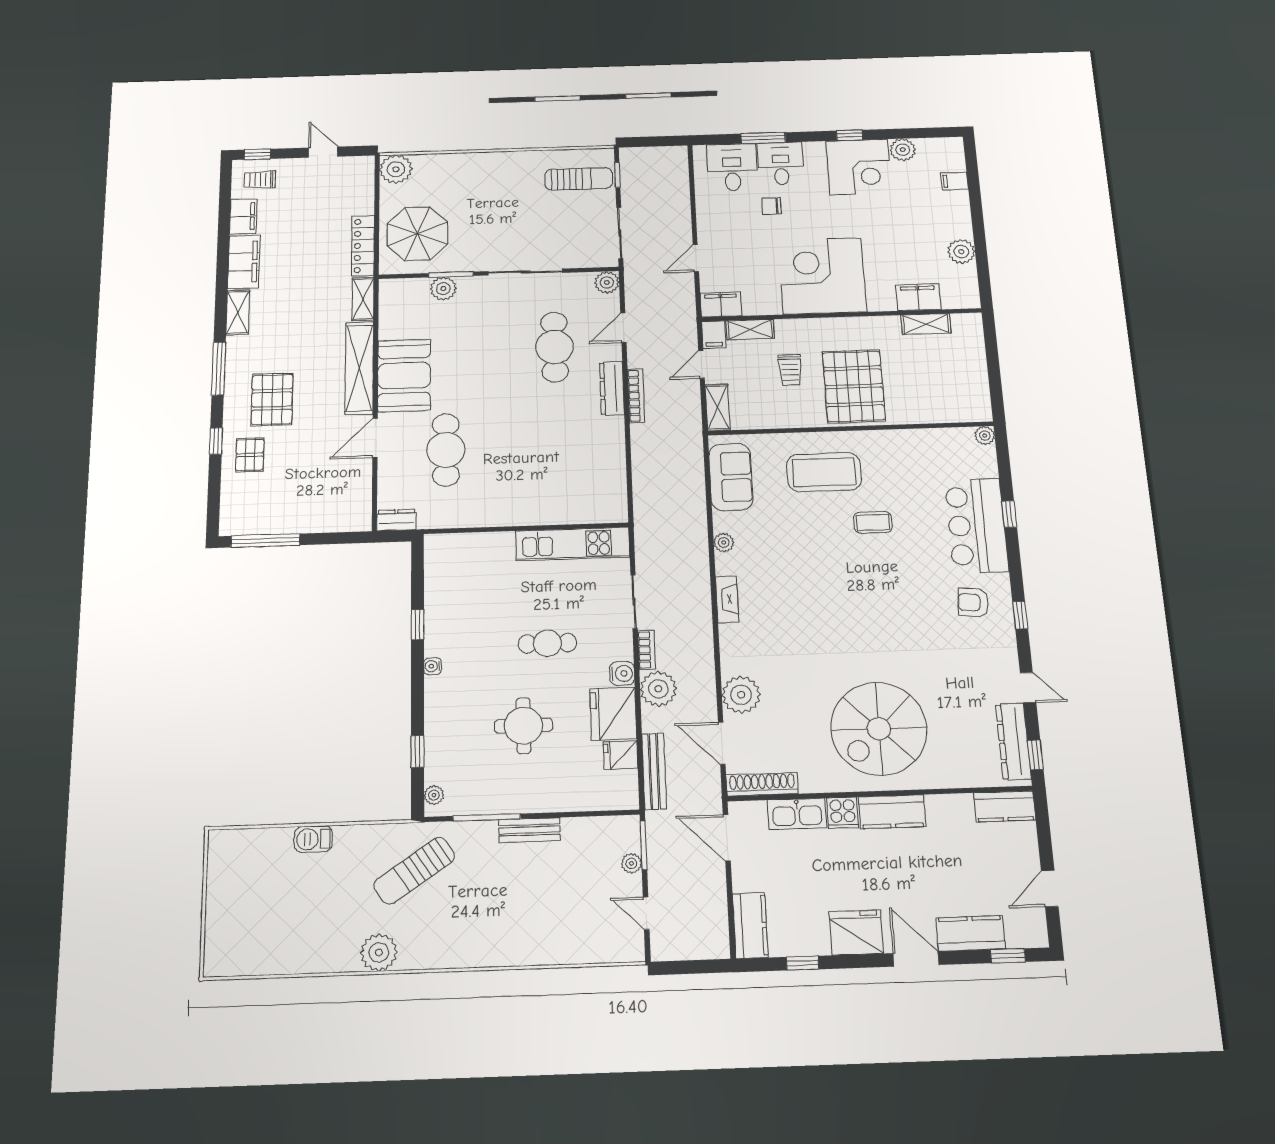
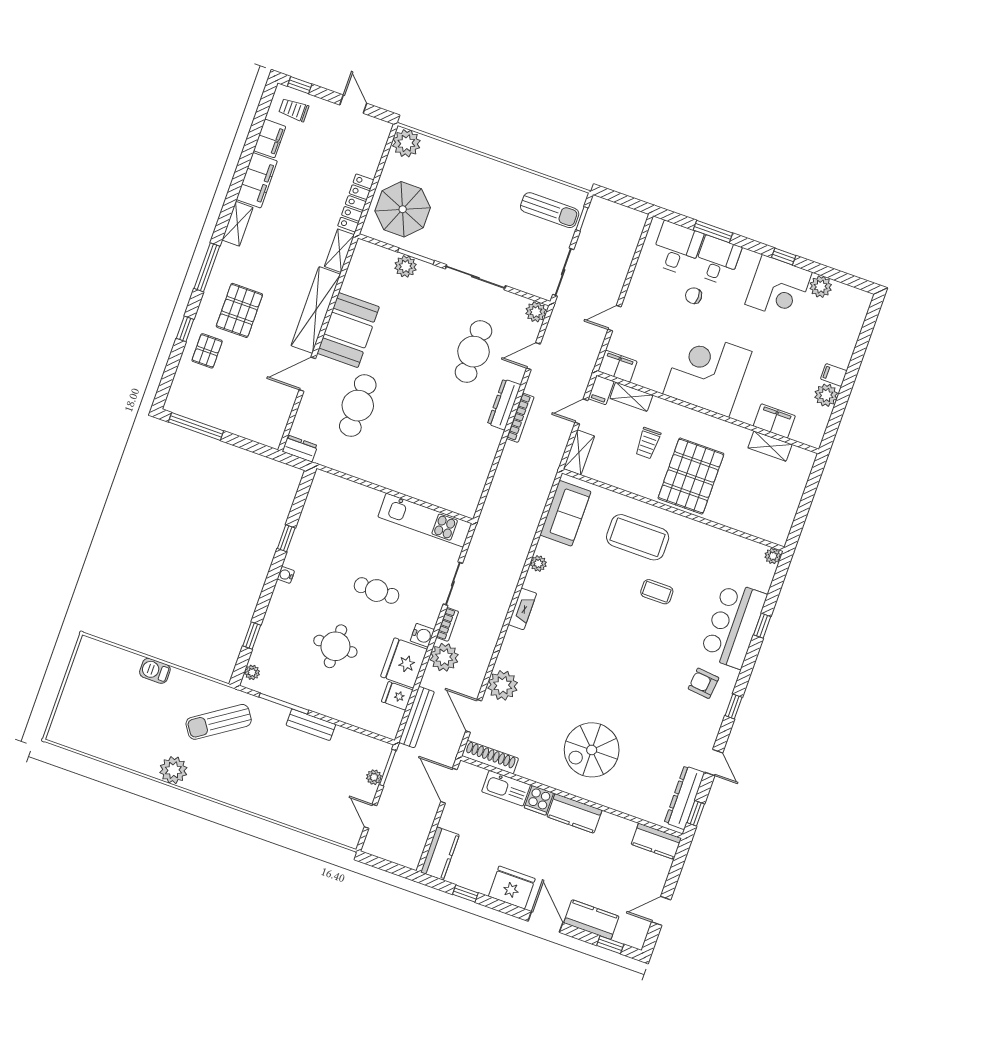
filing cabinet: (954, 181) -> (834, 375), moved
spiral stairs: (879, 729) -> (592, 750), width x0.73, depth x0.73

